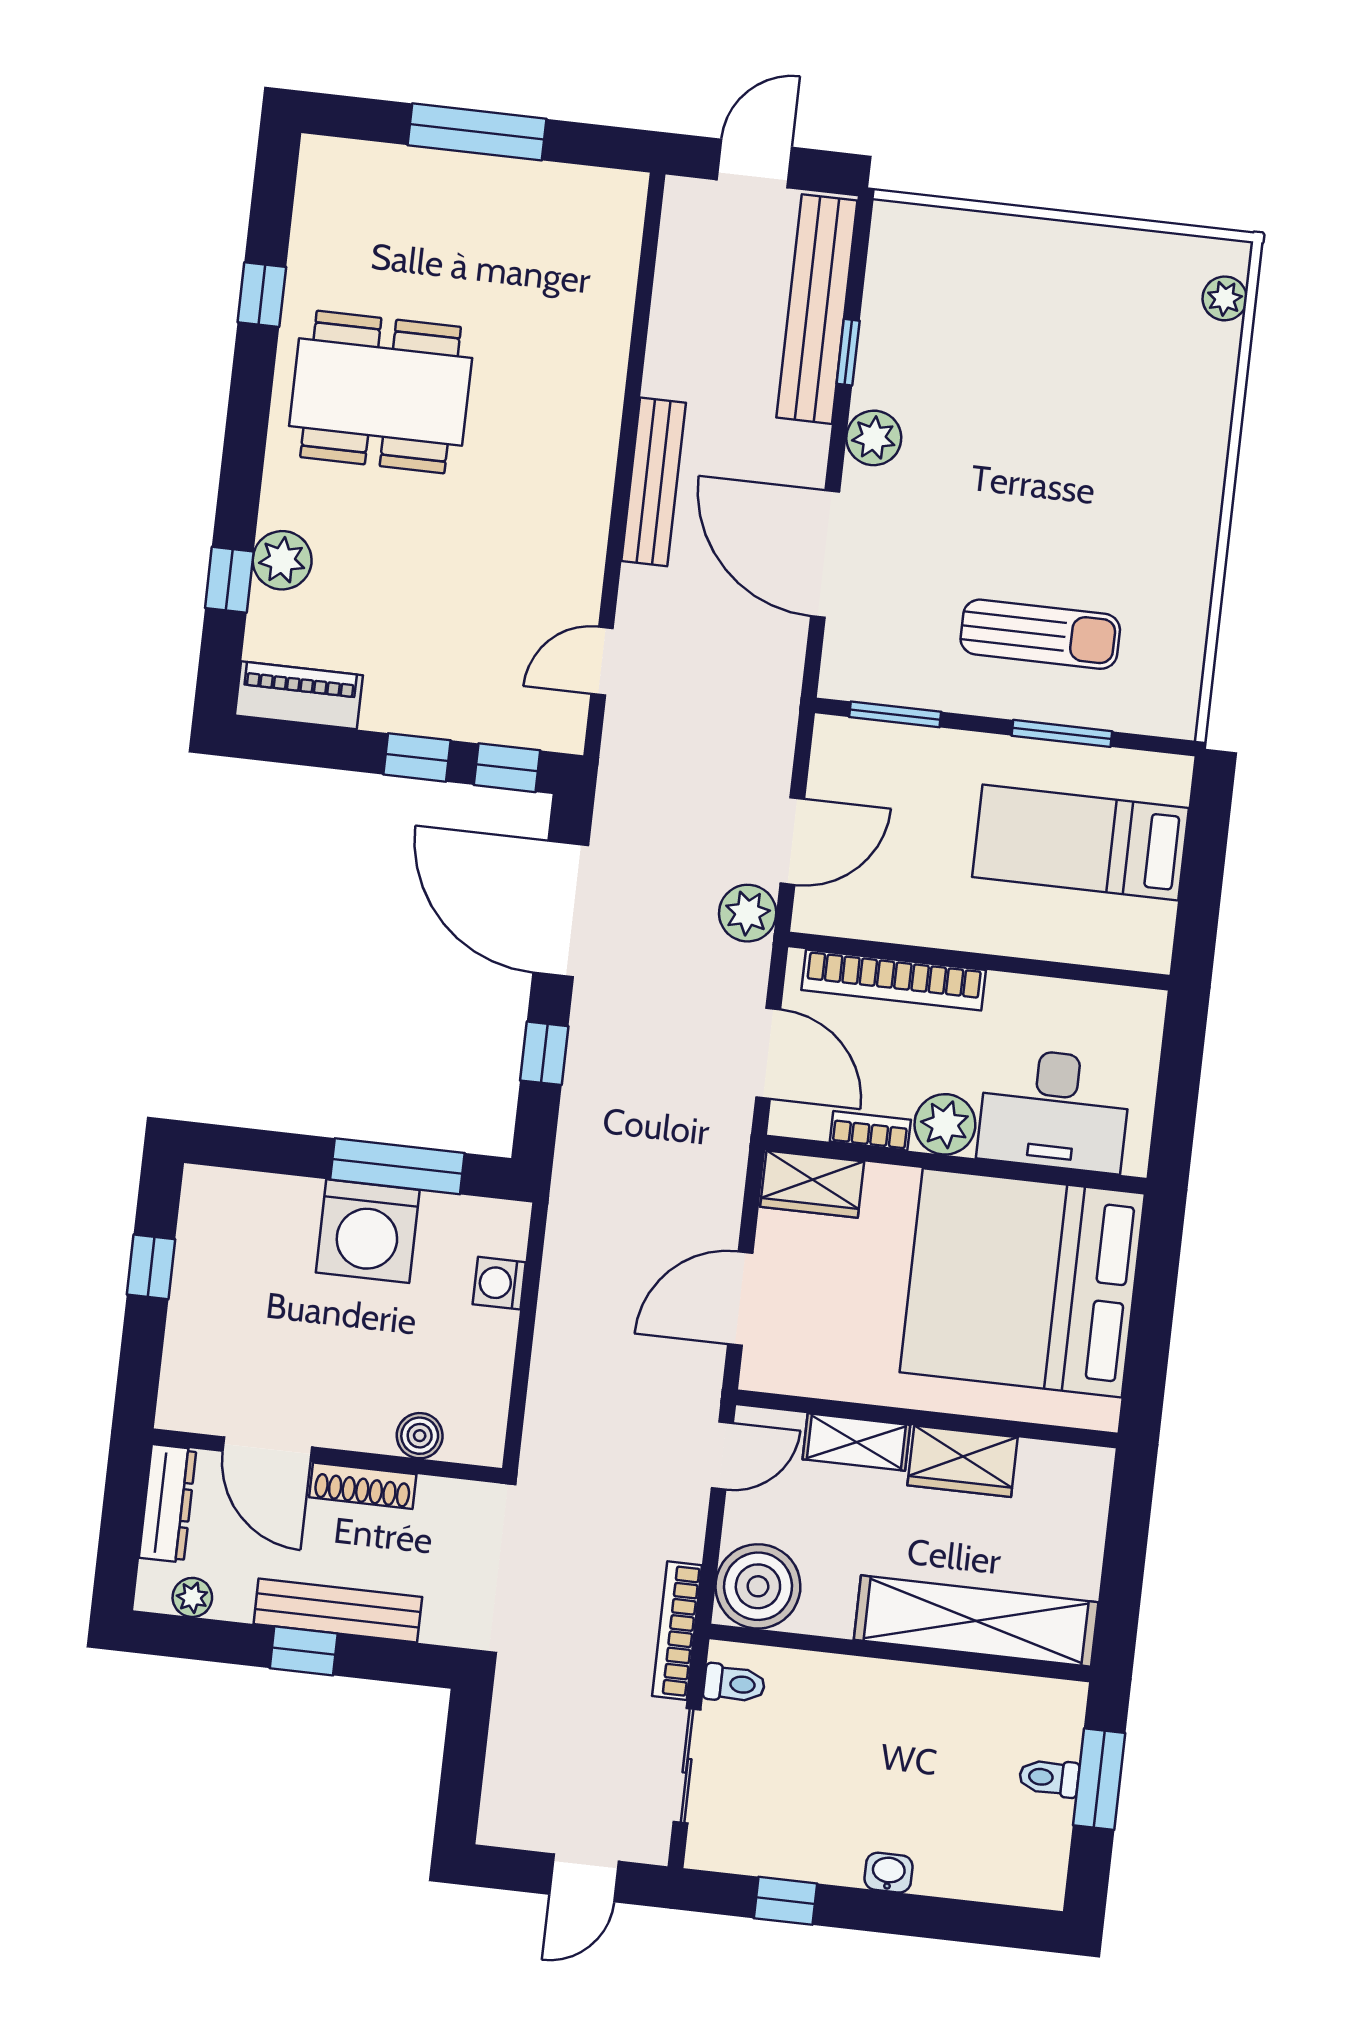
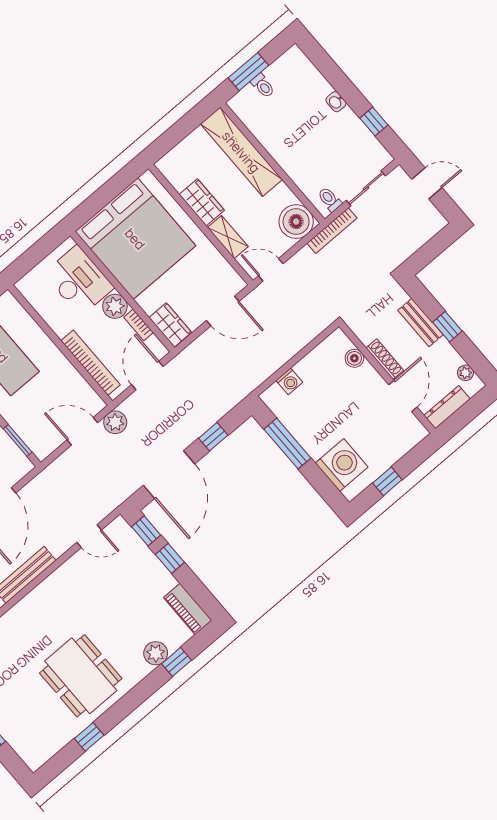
washing machine: (368, 1231) -> (342, 465), moved
bench: (338, 1611) -> (420, 323), width x0.73

